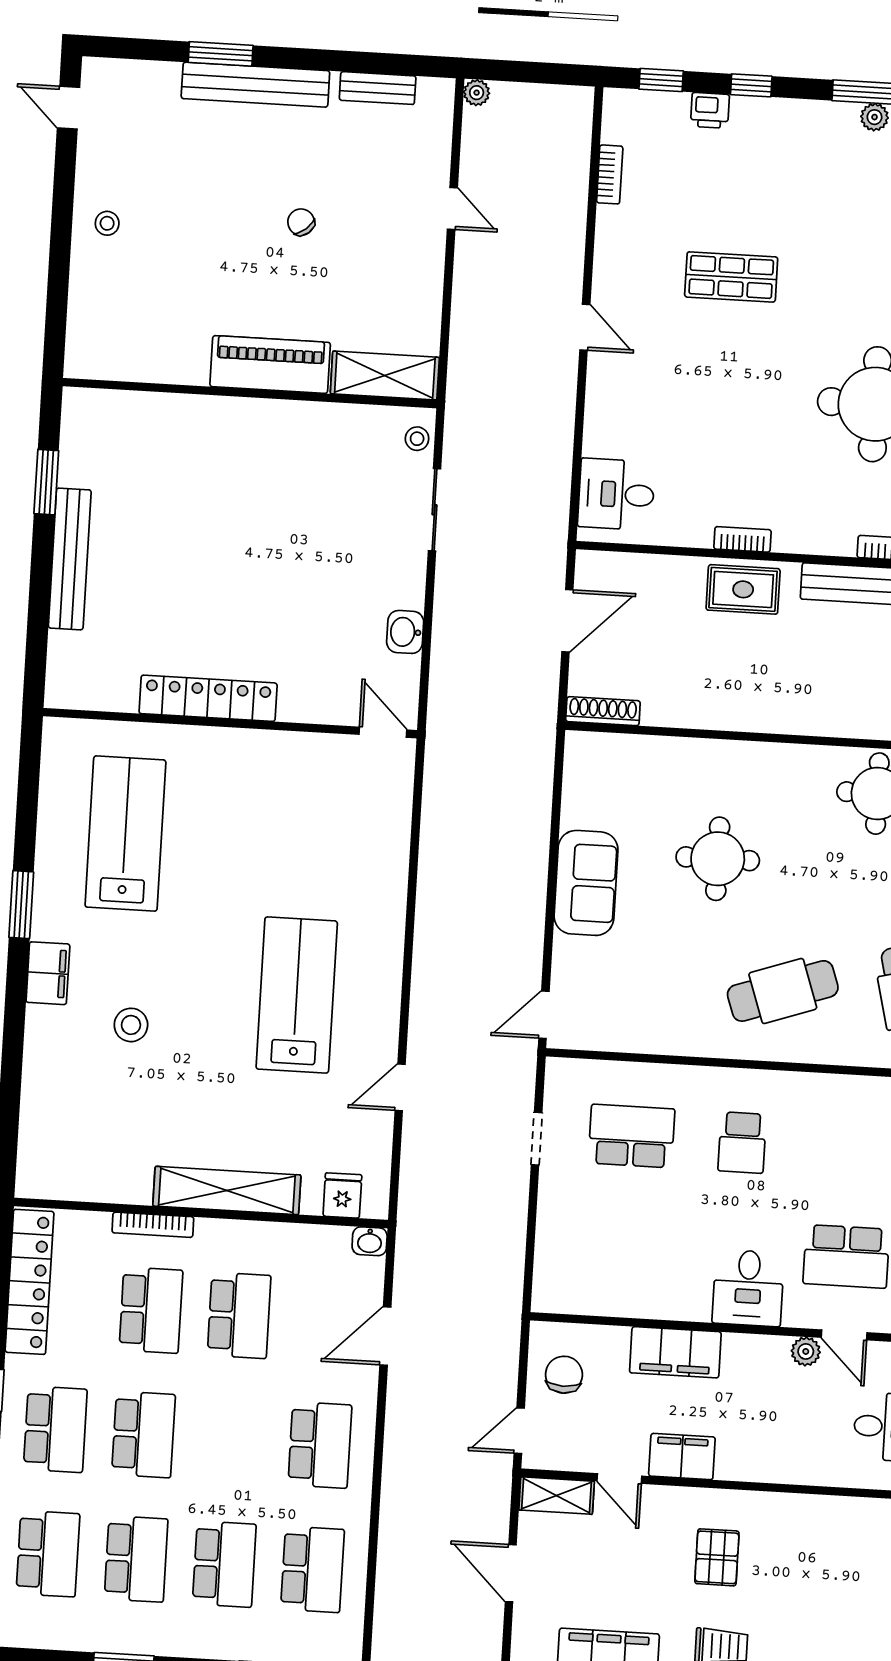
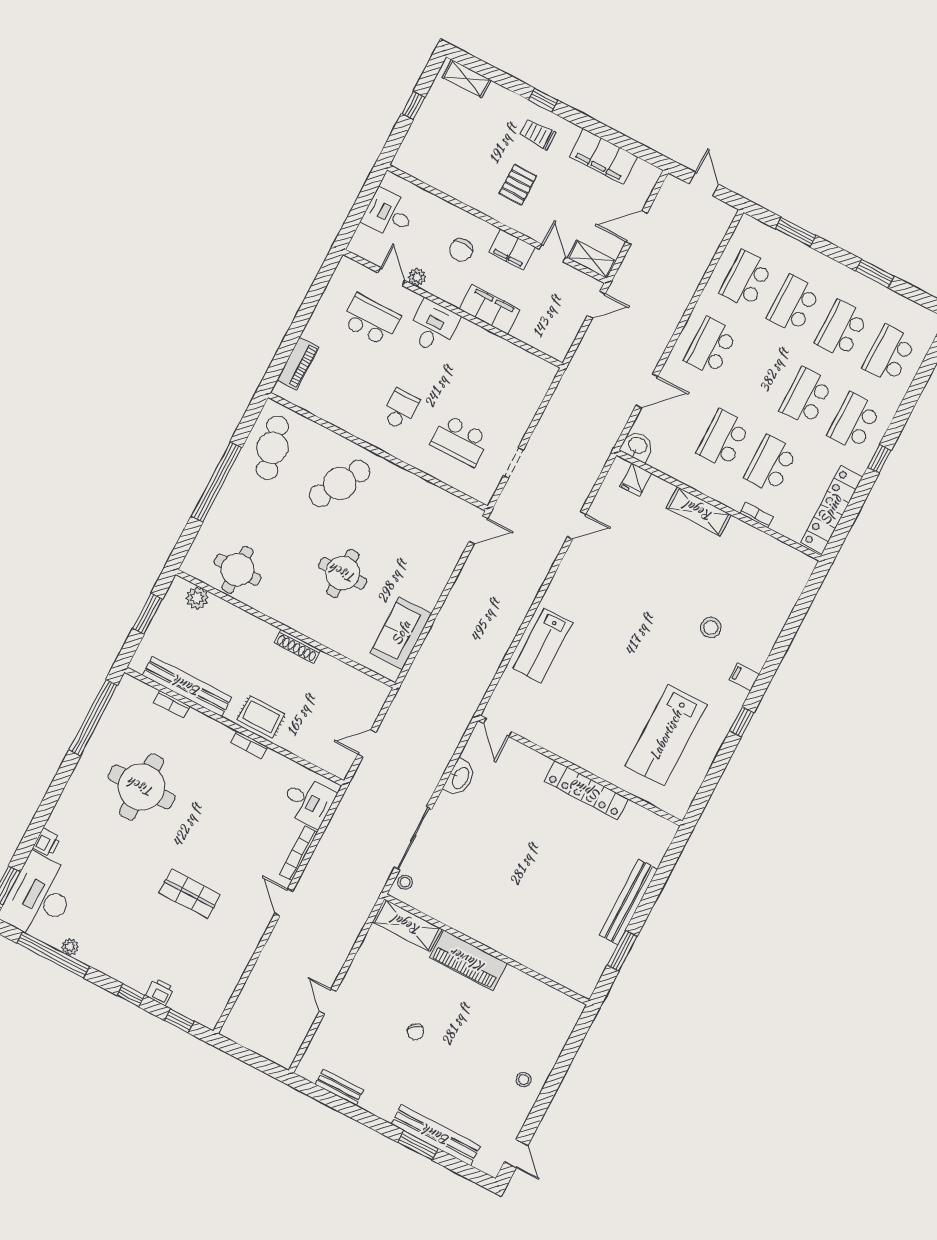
bench: (255, 85) -> (436, 1135), moved
plant: (477, 93) -> (285, 1060), removed
bookcase: (610, 174) -> (298, 853), moved, width x1.56
sliding door: (434, 510) -> (413, 838), width x1.37
door: (567, 621) -> (367, 743), width x0.73
washbasin: (405, 632) -> (460, 778), width x1.38
shoe rack: (603, 711) -> (297, 646), moved
sofa: (586, 883) -> (401, 633), moved
window: (21, 905) -> (742, 722), width x0.67
filing cabinet: (48, 973) -> (744, 677), width x0.50
cafe table: (783, 991) -> (340, 483), turned -41
lab bench: (297, 995) -> (543, 646), moved, width x0.73, depth x0.72
shelving: (227, 1190) -> (699, 511), width x0.68
bookcase: (153, 1225) -> (756, 515), width x0.64
washbasin: (370, 1241) -> (637, 446), width x1.38, depth x1.45
chair: (564, 1375) -> (461, 250), moved
door: (511, 1573) -> (637, 227), swing flipped

